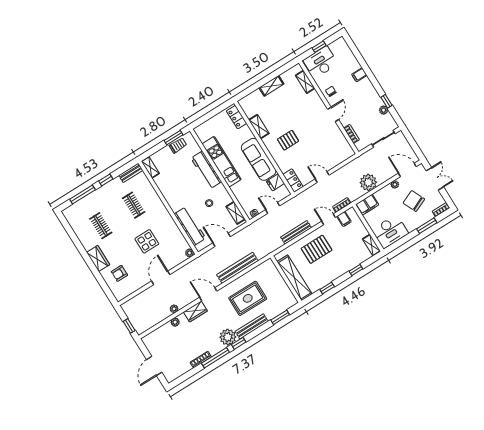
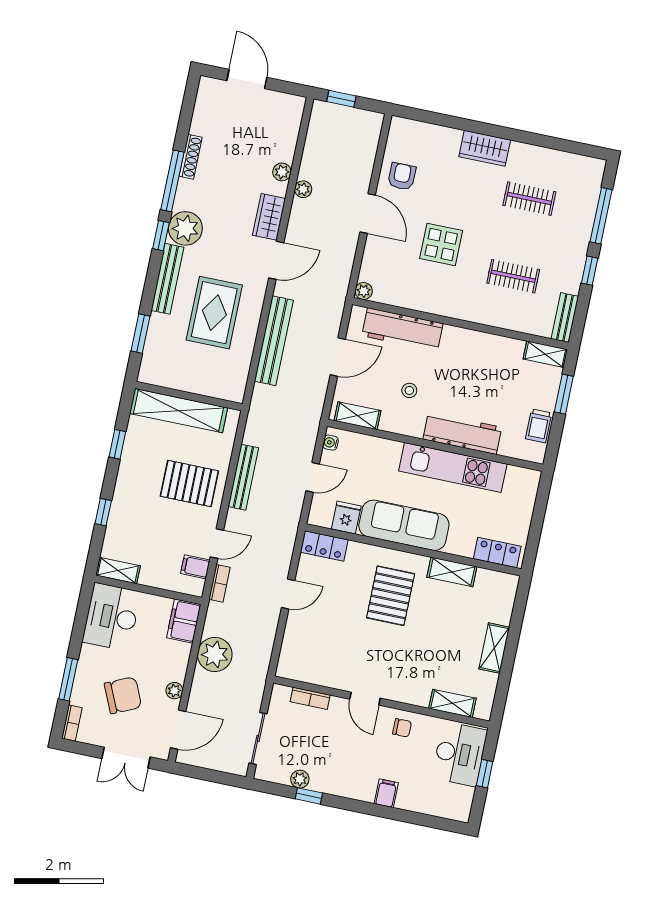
window: (173, 138) -> (564, 394), moved
pallet: (288, 140) -> (391, 596), width x1.50, depth x1.42
pallet: (317, 249) -> (189, 484), turned 90
armchair: (119, 273) -> (402, 176), moved

